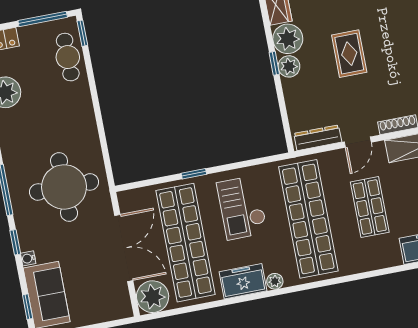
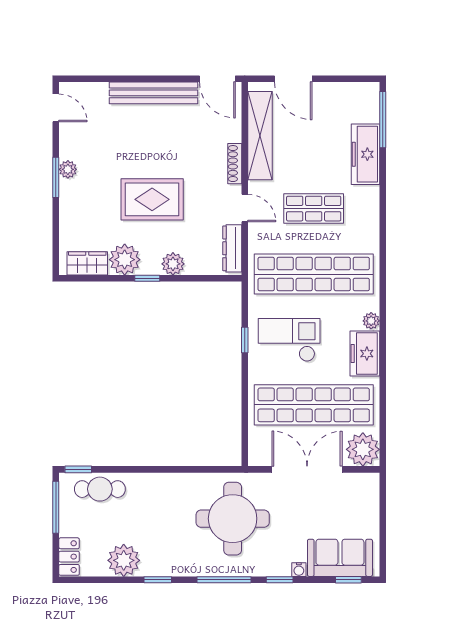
rug: (349, 54) -> (152, 199), width x1.36, depth x1.43
plant: (289, 66) -> (173, 264), moved
window: (194, 174) -> (245, 340), moved
checkout: (242, 208) -> (289, 340), turned 180

